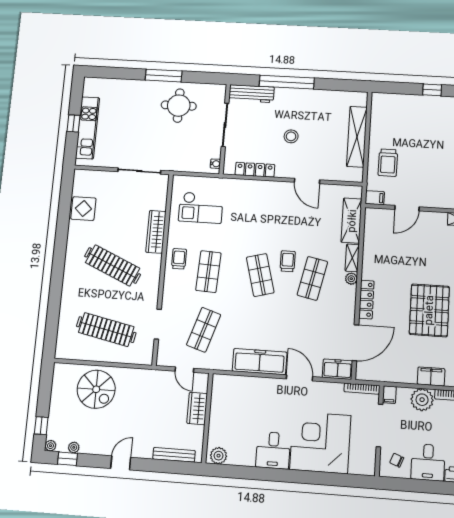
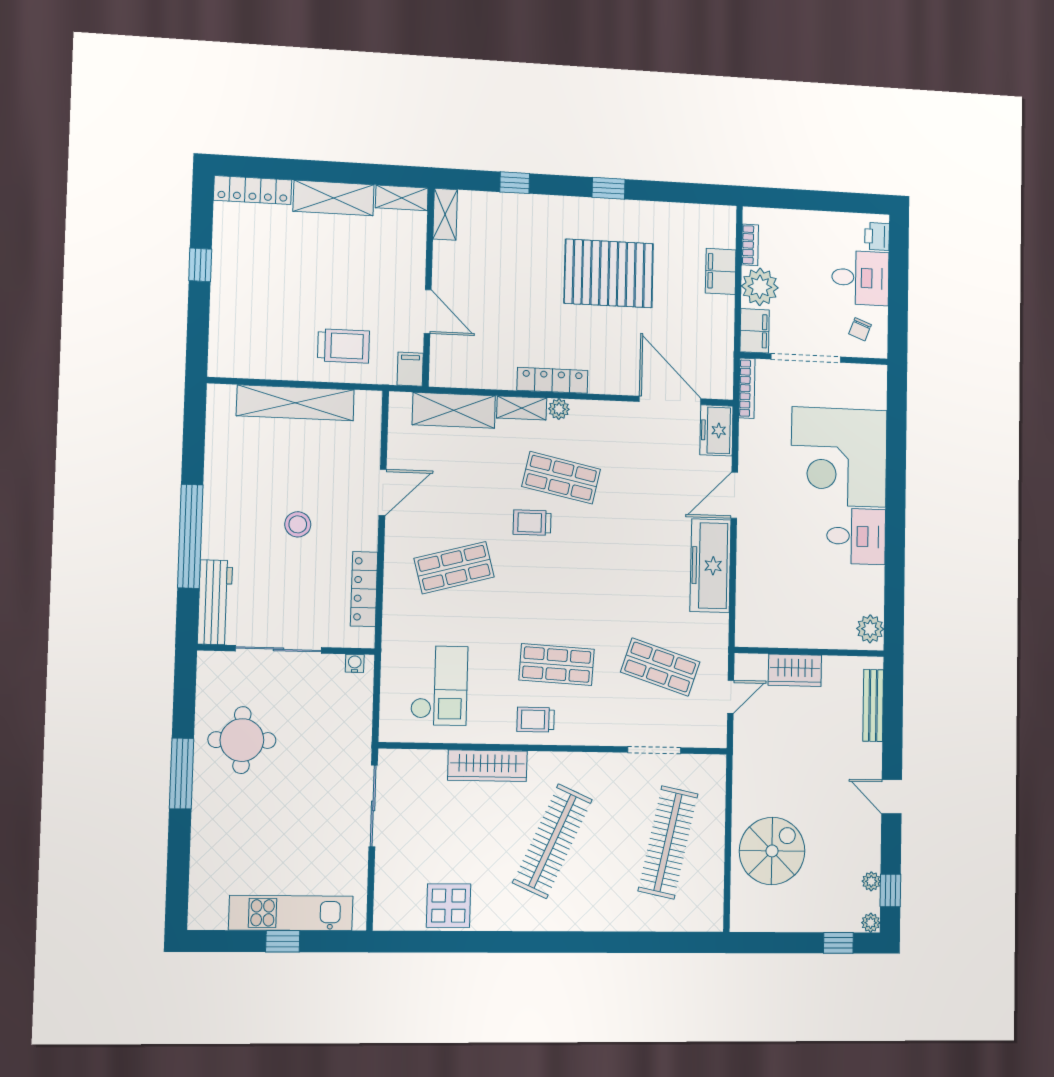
shop shelf: (260, 275) -> (454, 568), moved
locker: (366, 300) -> (552, 380), moved
filing cabinet: (389, 395) -> (755, 331), width x2.00

